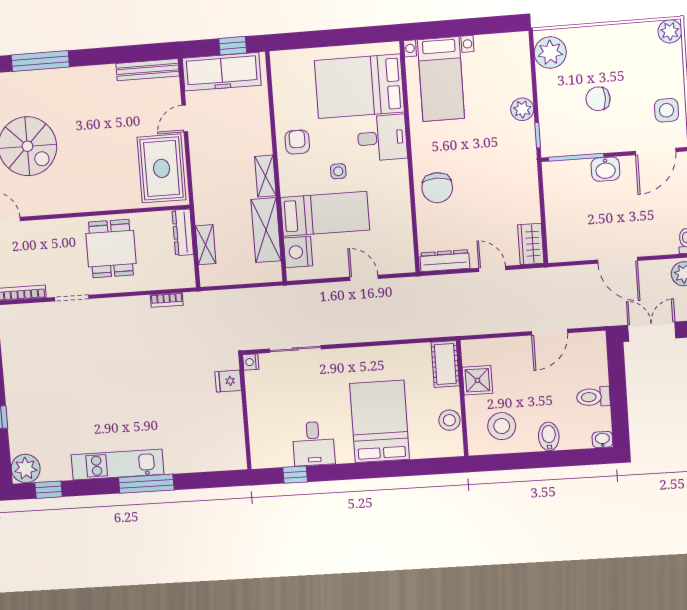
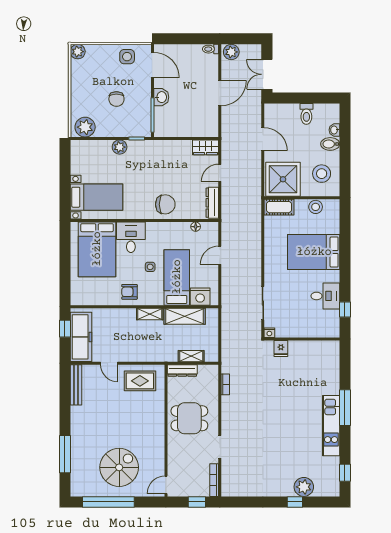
rug: (162, 168) -> (140, 381), width x0.73, depth x0.70
floor lamp: (406, 237) -> (196, 227), added
shower: (477, 380) -> (283, 179), width x1.86, depth x1.86
washbasin: (602, 440) -> (334, 130), moved
plant: (26, 469) -> (304, 487), moved

